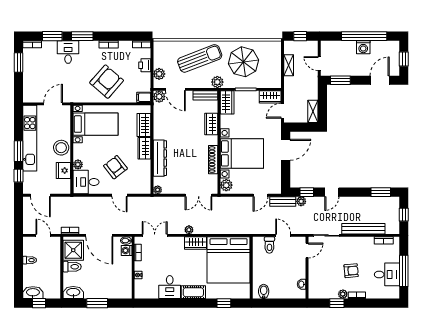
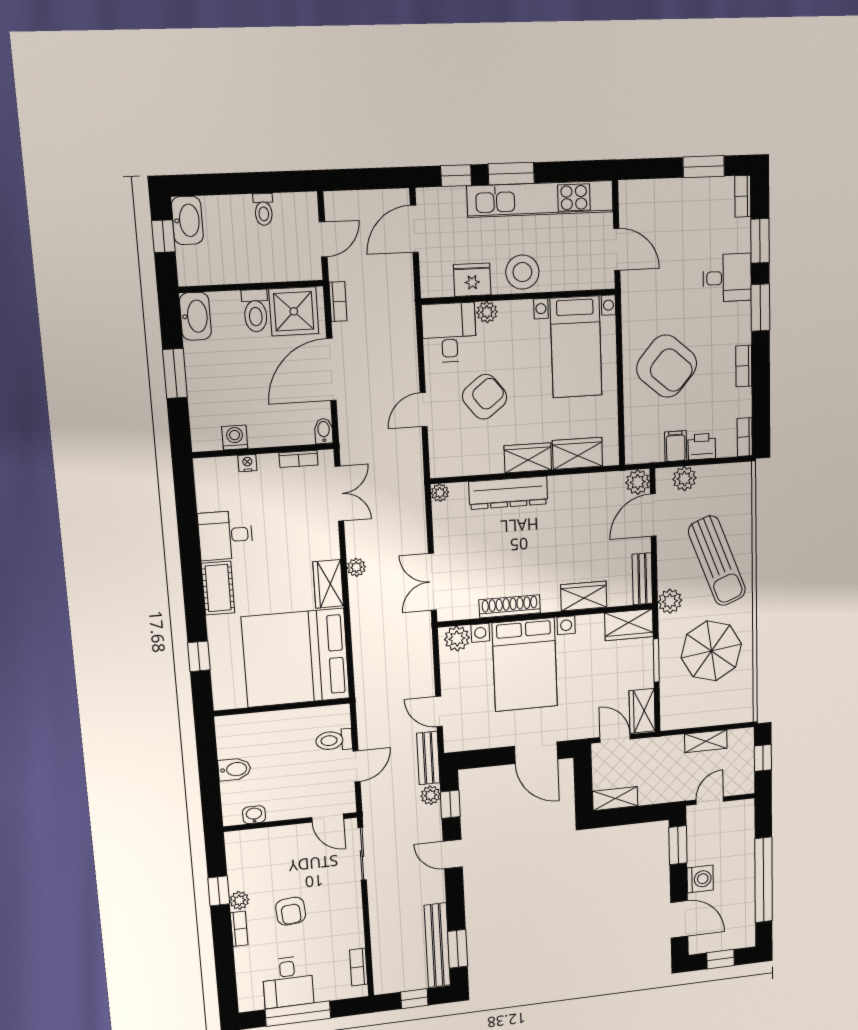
washing machine: (363, 47) -> (700, 879), moved, turned 180
filing cabinet: (144, 97) -> (676, 446), moved
bench: (363, 229) -> (437, 945), moved
washing machine: (127, 250) -> (235, 437), moved
bidet: (264, 291) -> (234, 769), moved

